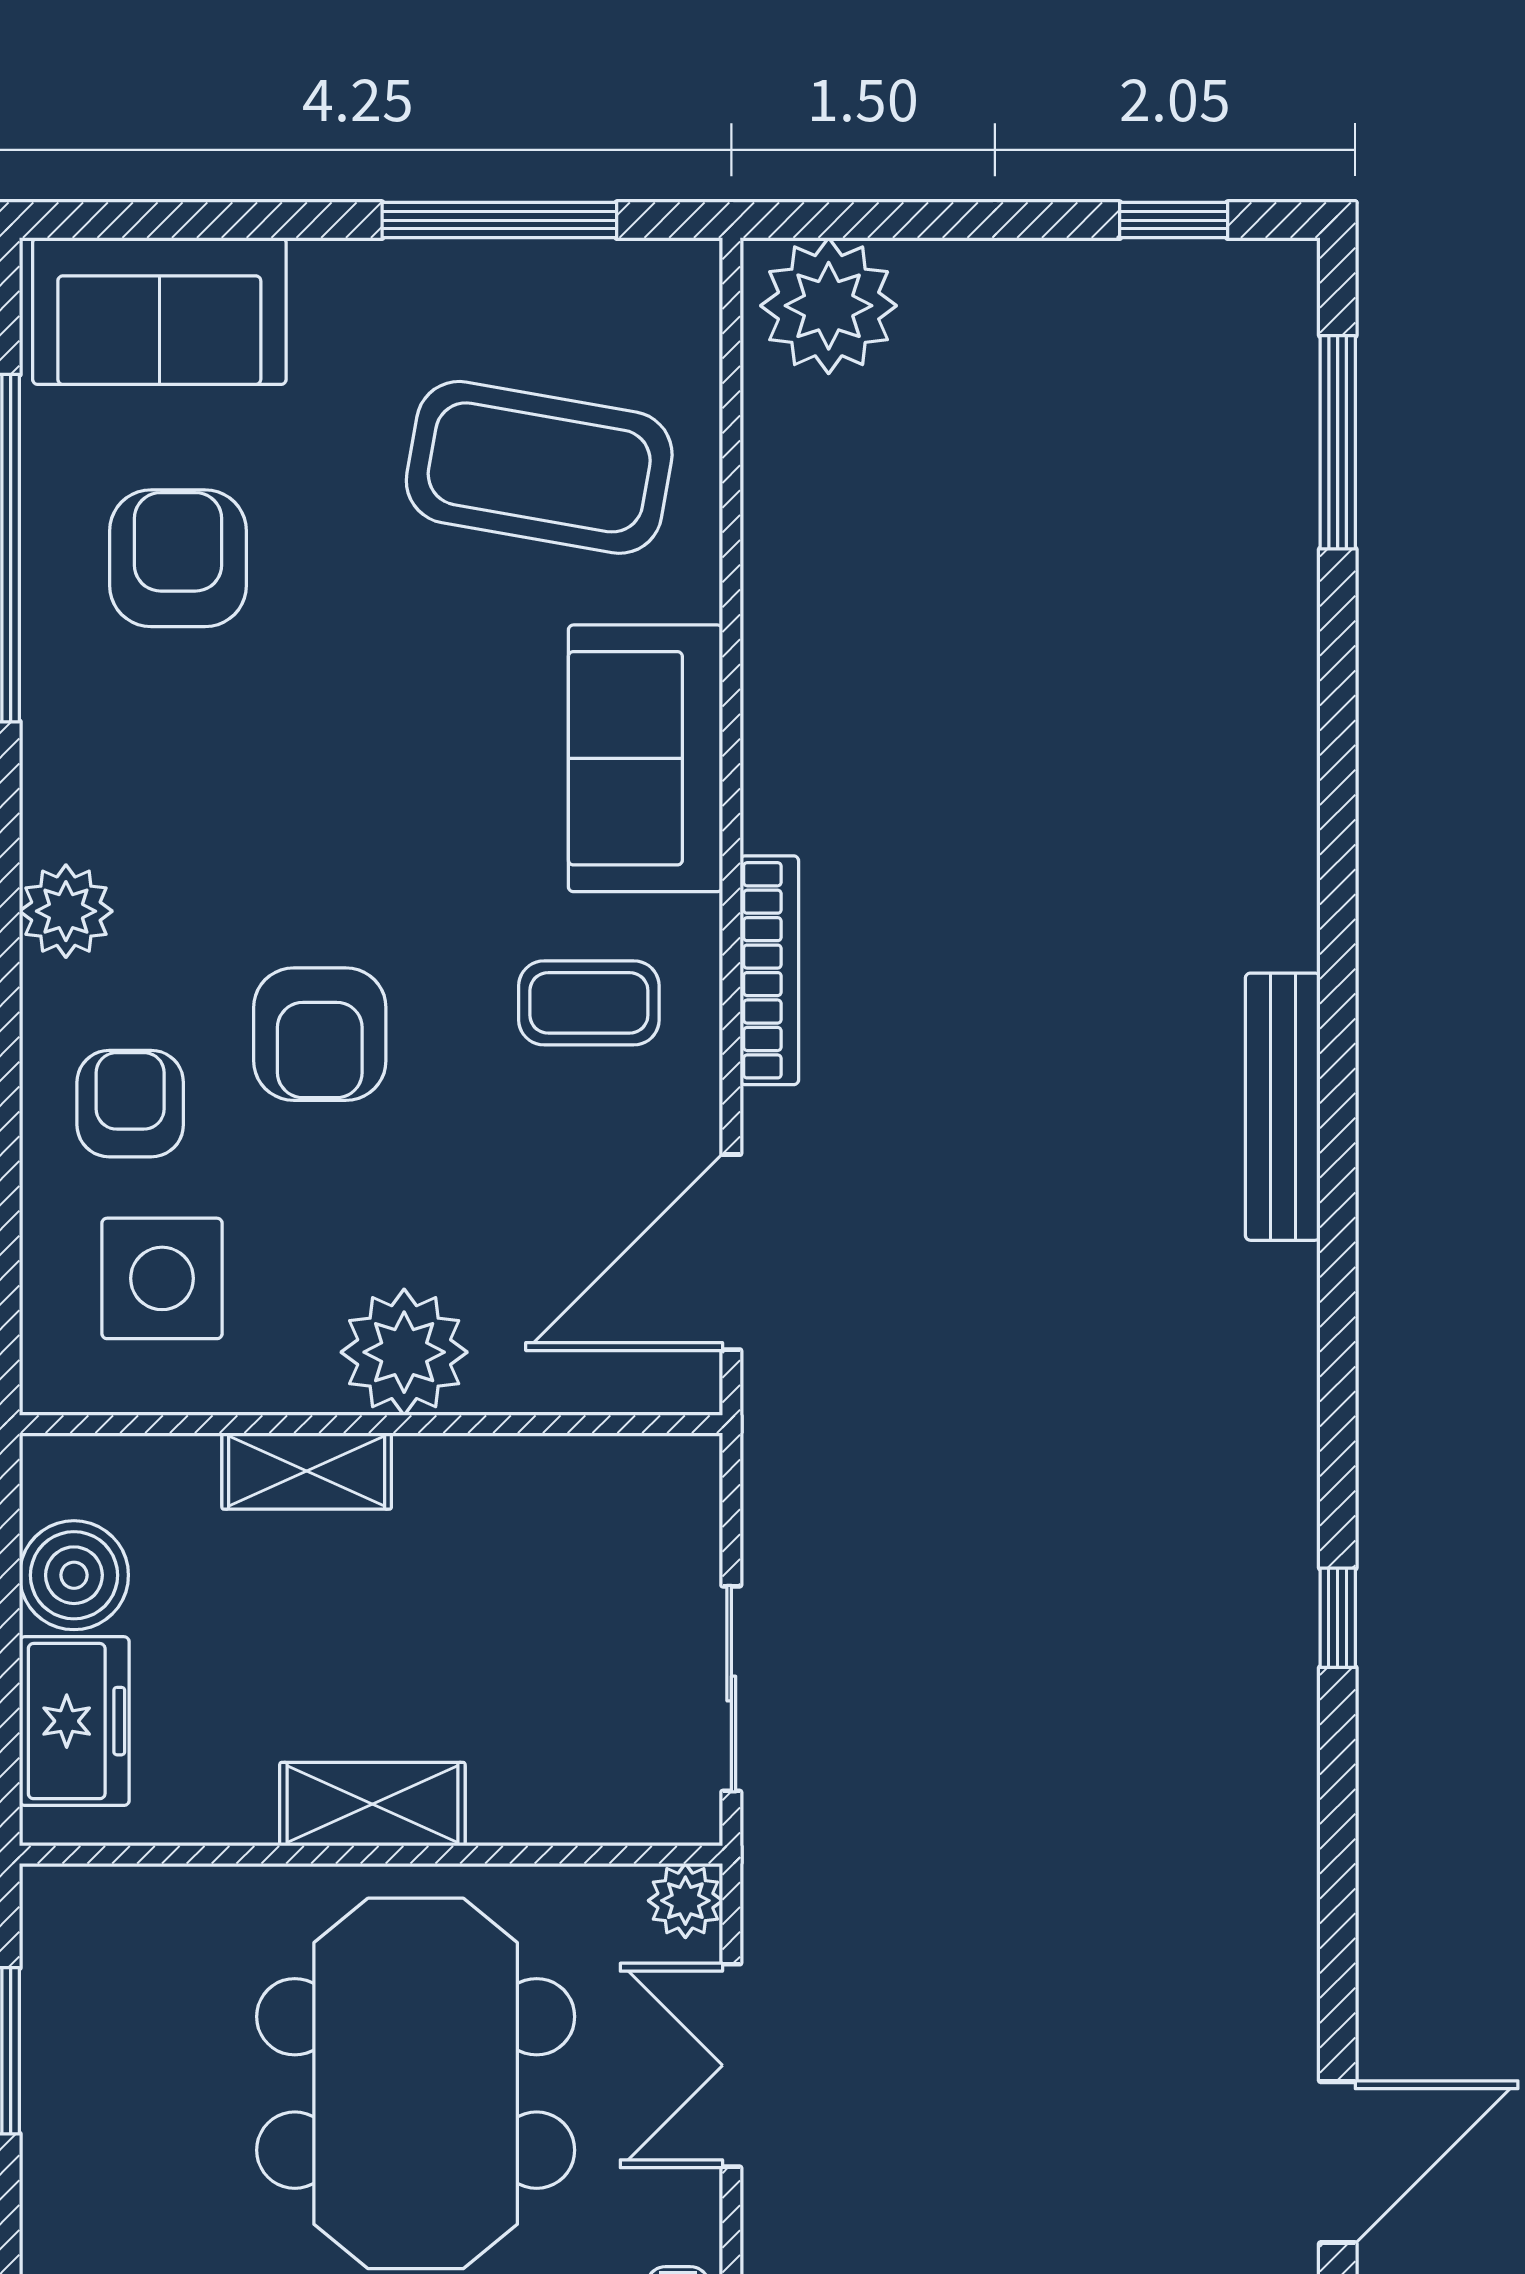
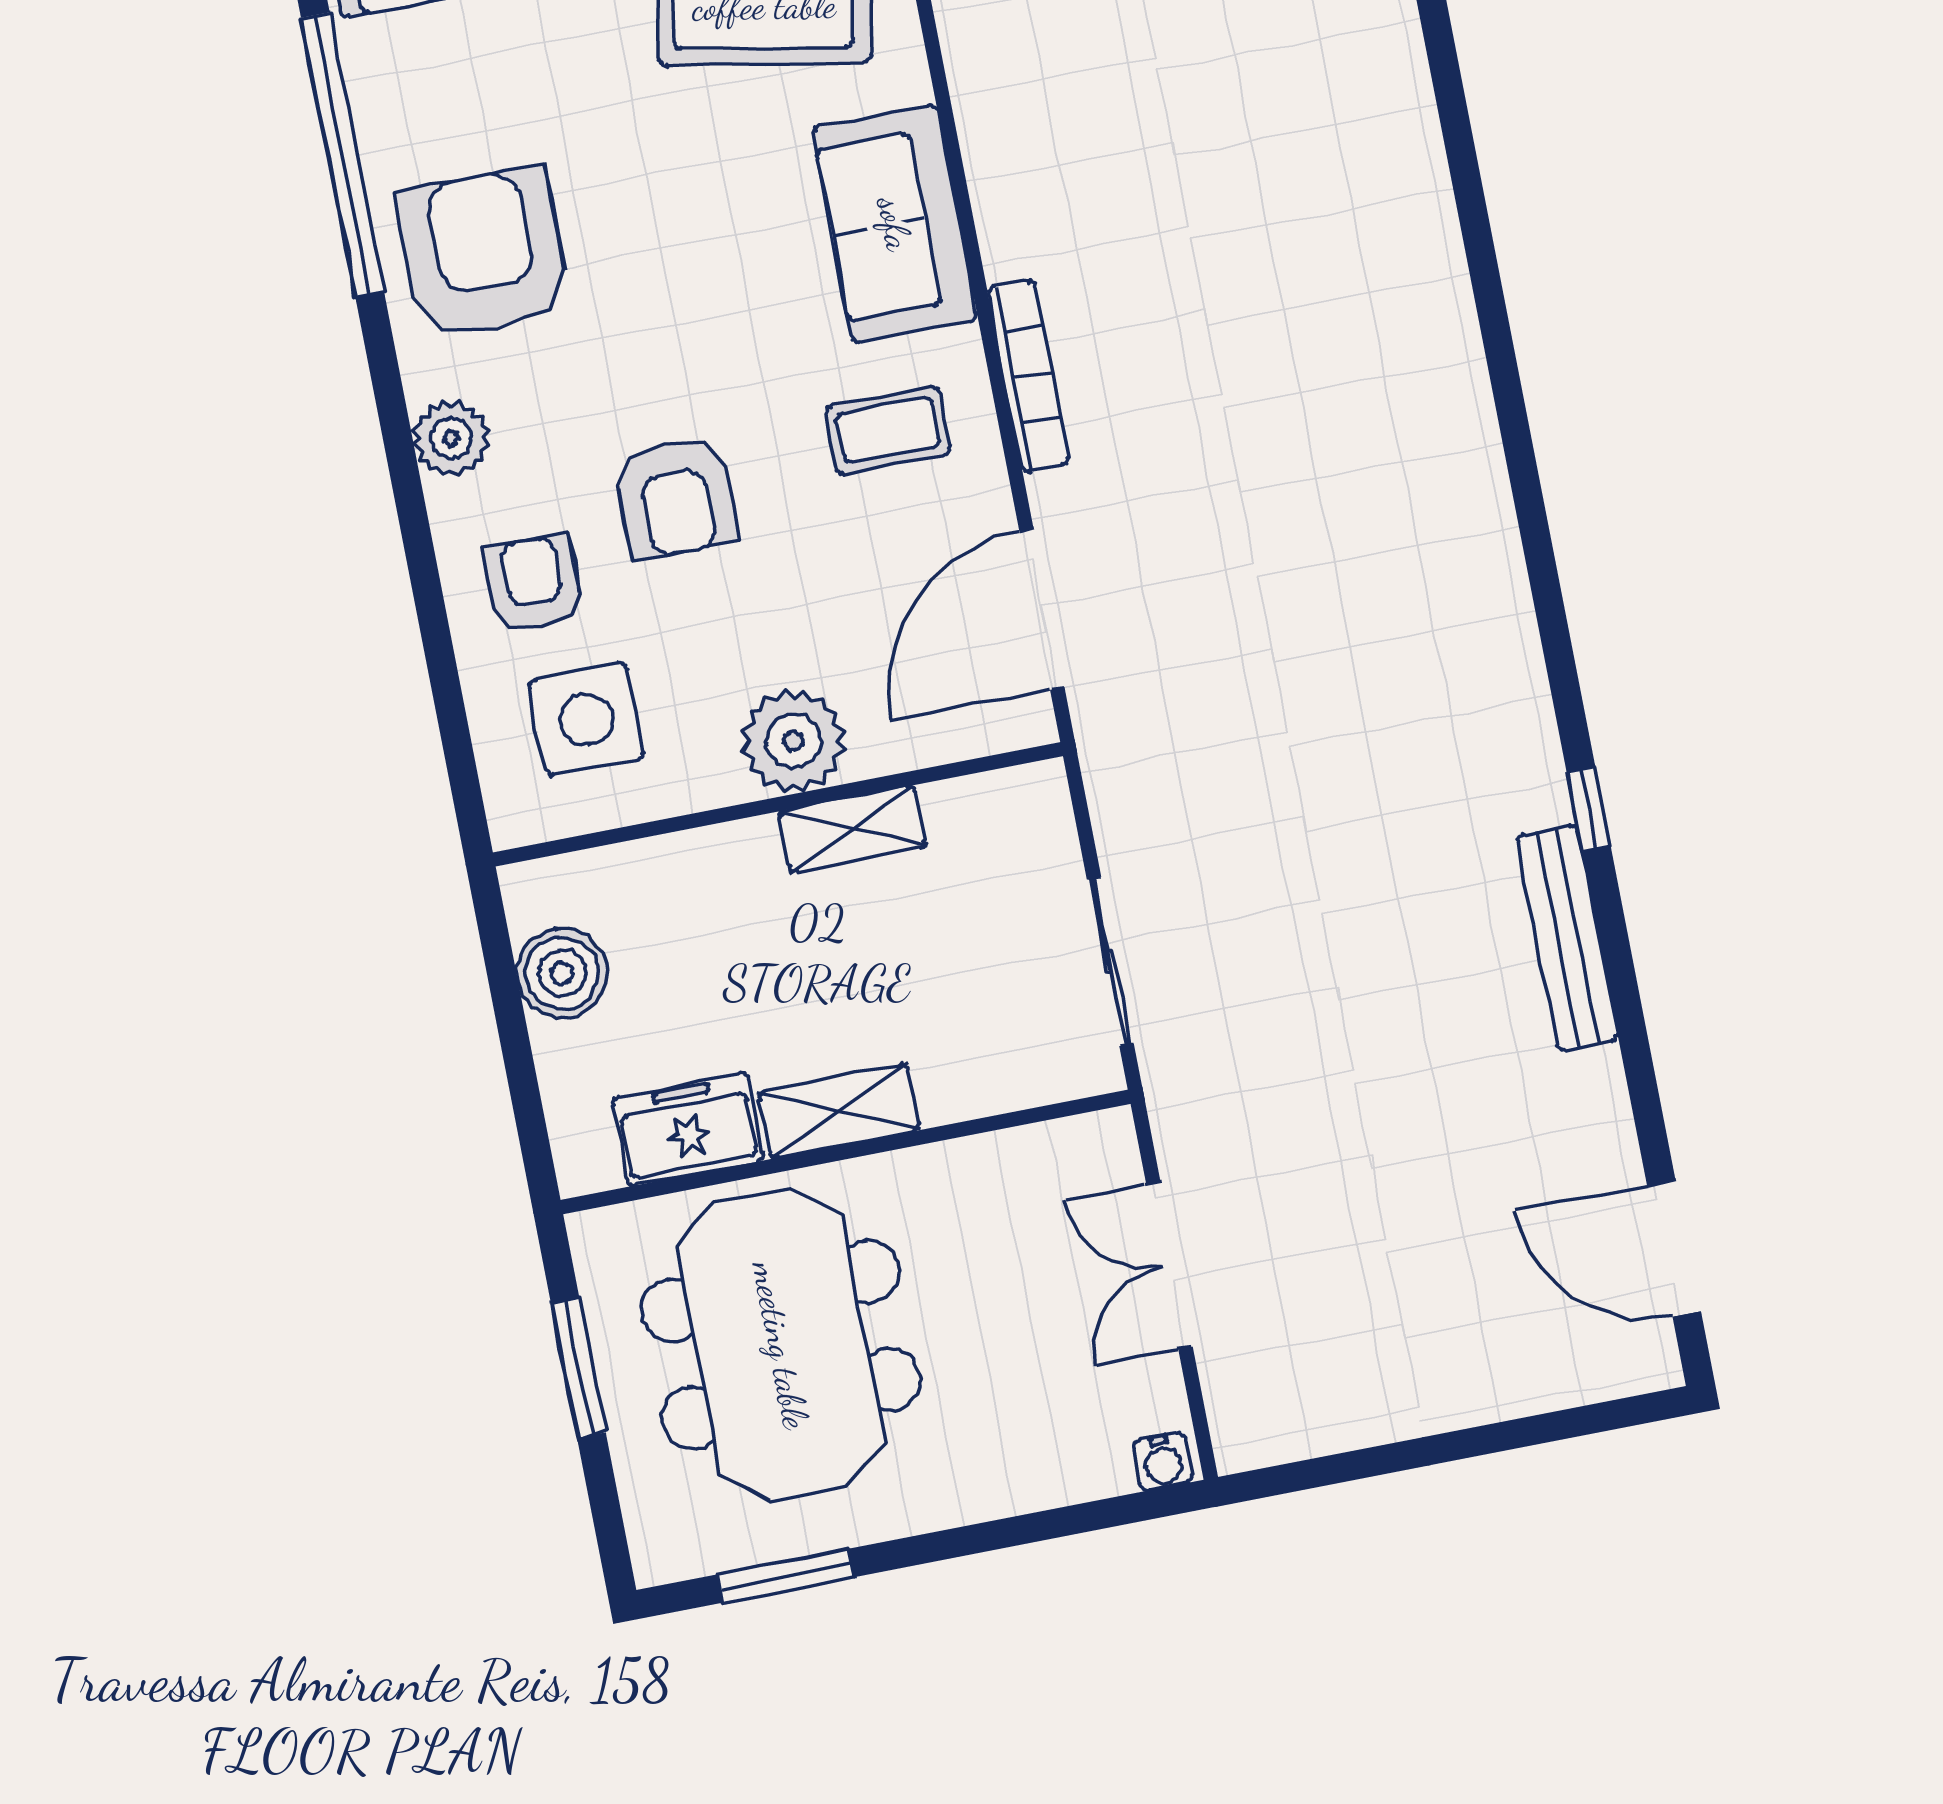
armchair: (178, 558) -> (484, 254), moved, width x1.36, depth x1.36
bench: (1283, 1107) -> (1568, 938), moved
shelving: (307, 1471) -> (852, 829), moved
freezer: (74, 1721) -> (688, 1129), moved, turned -90
plant: (685, 1901) -> (1106, 1140), removed
meeting table: (416, 2083) -> (781, 1345), moved
door: (1338, 2162) -> (1674, 1248), swing flipped

